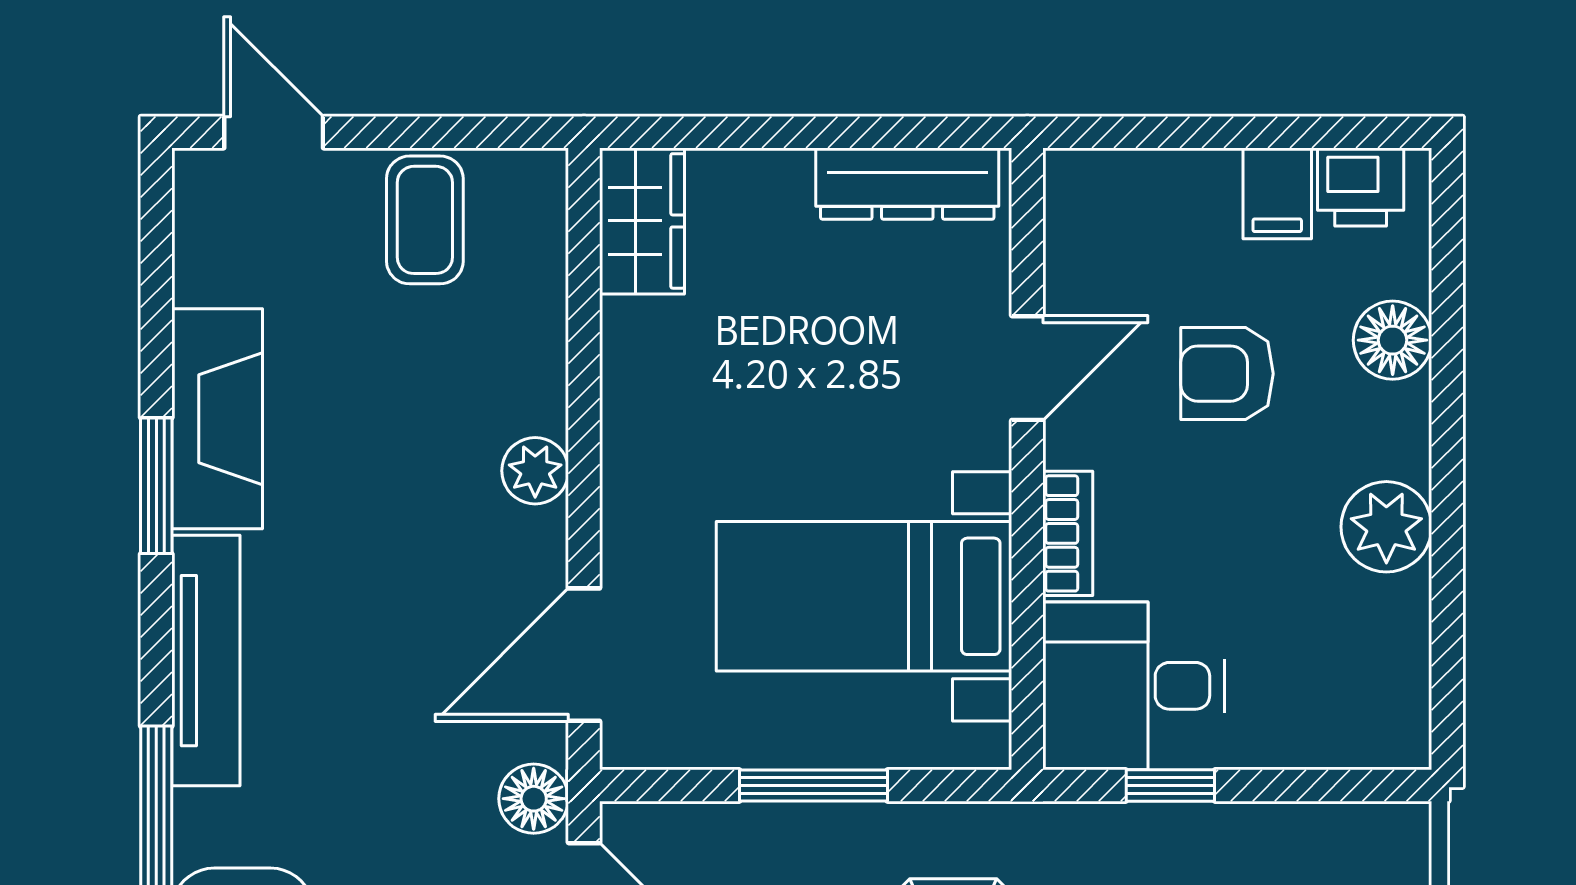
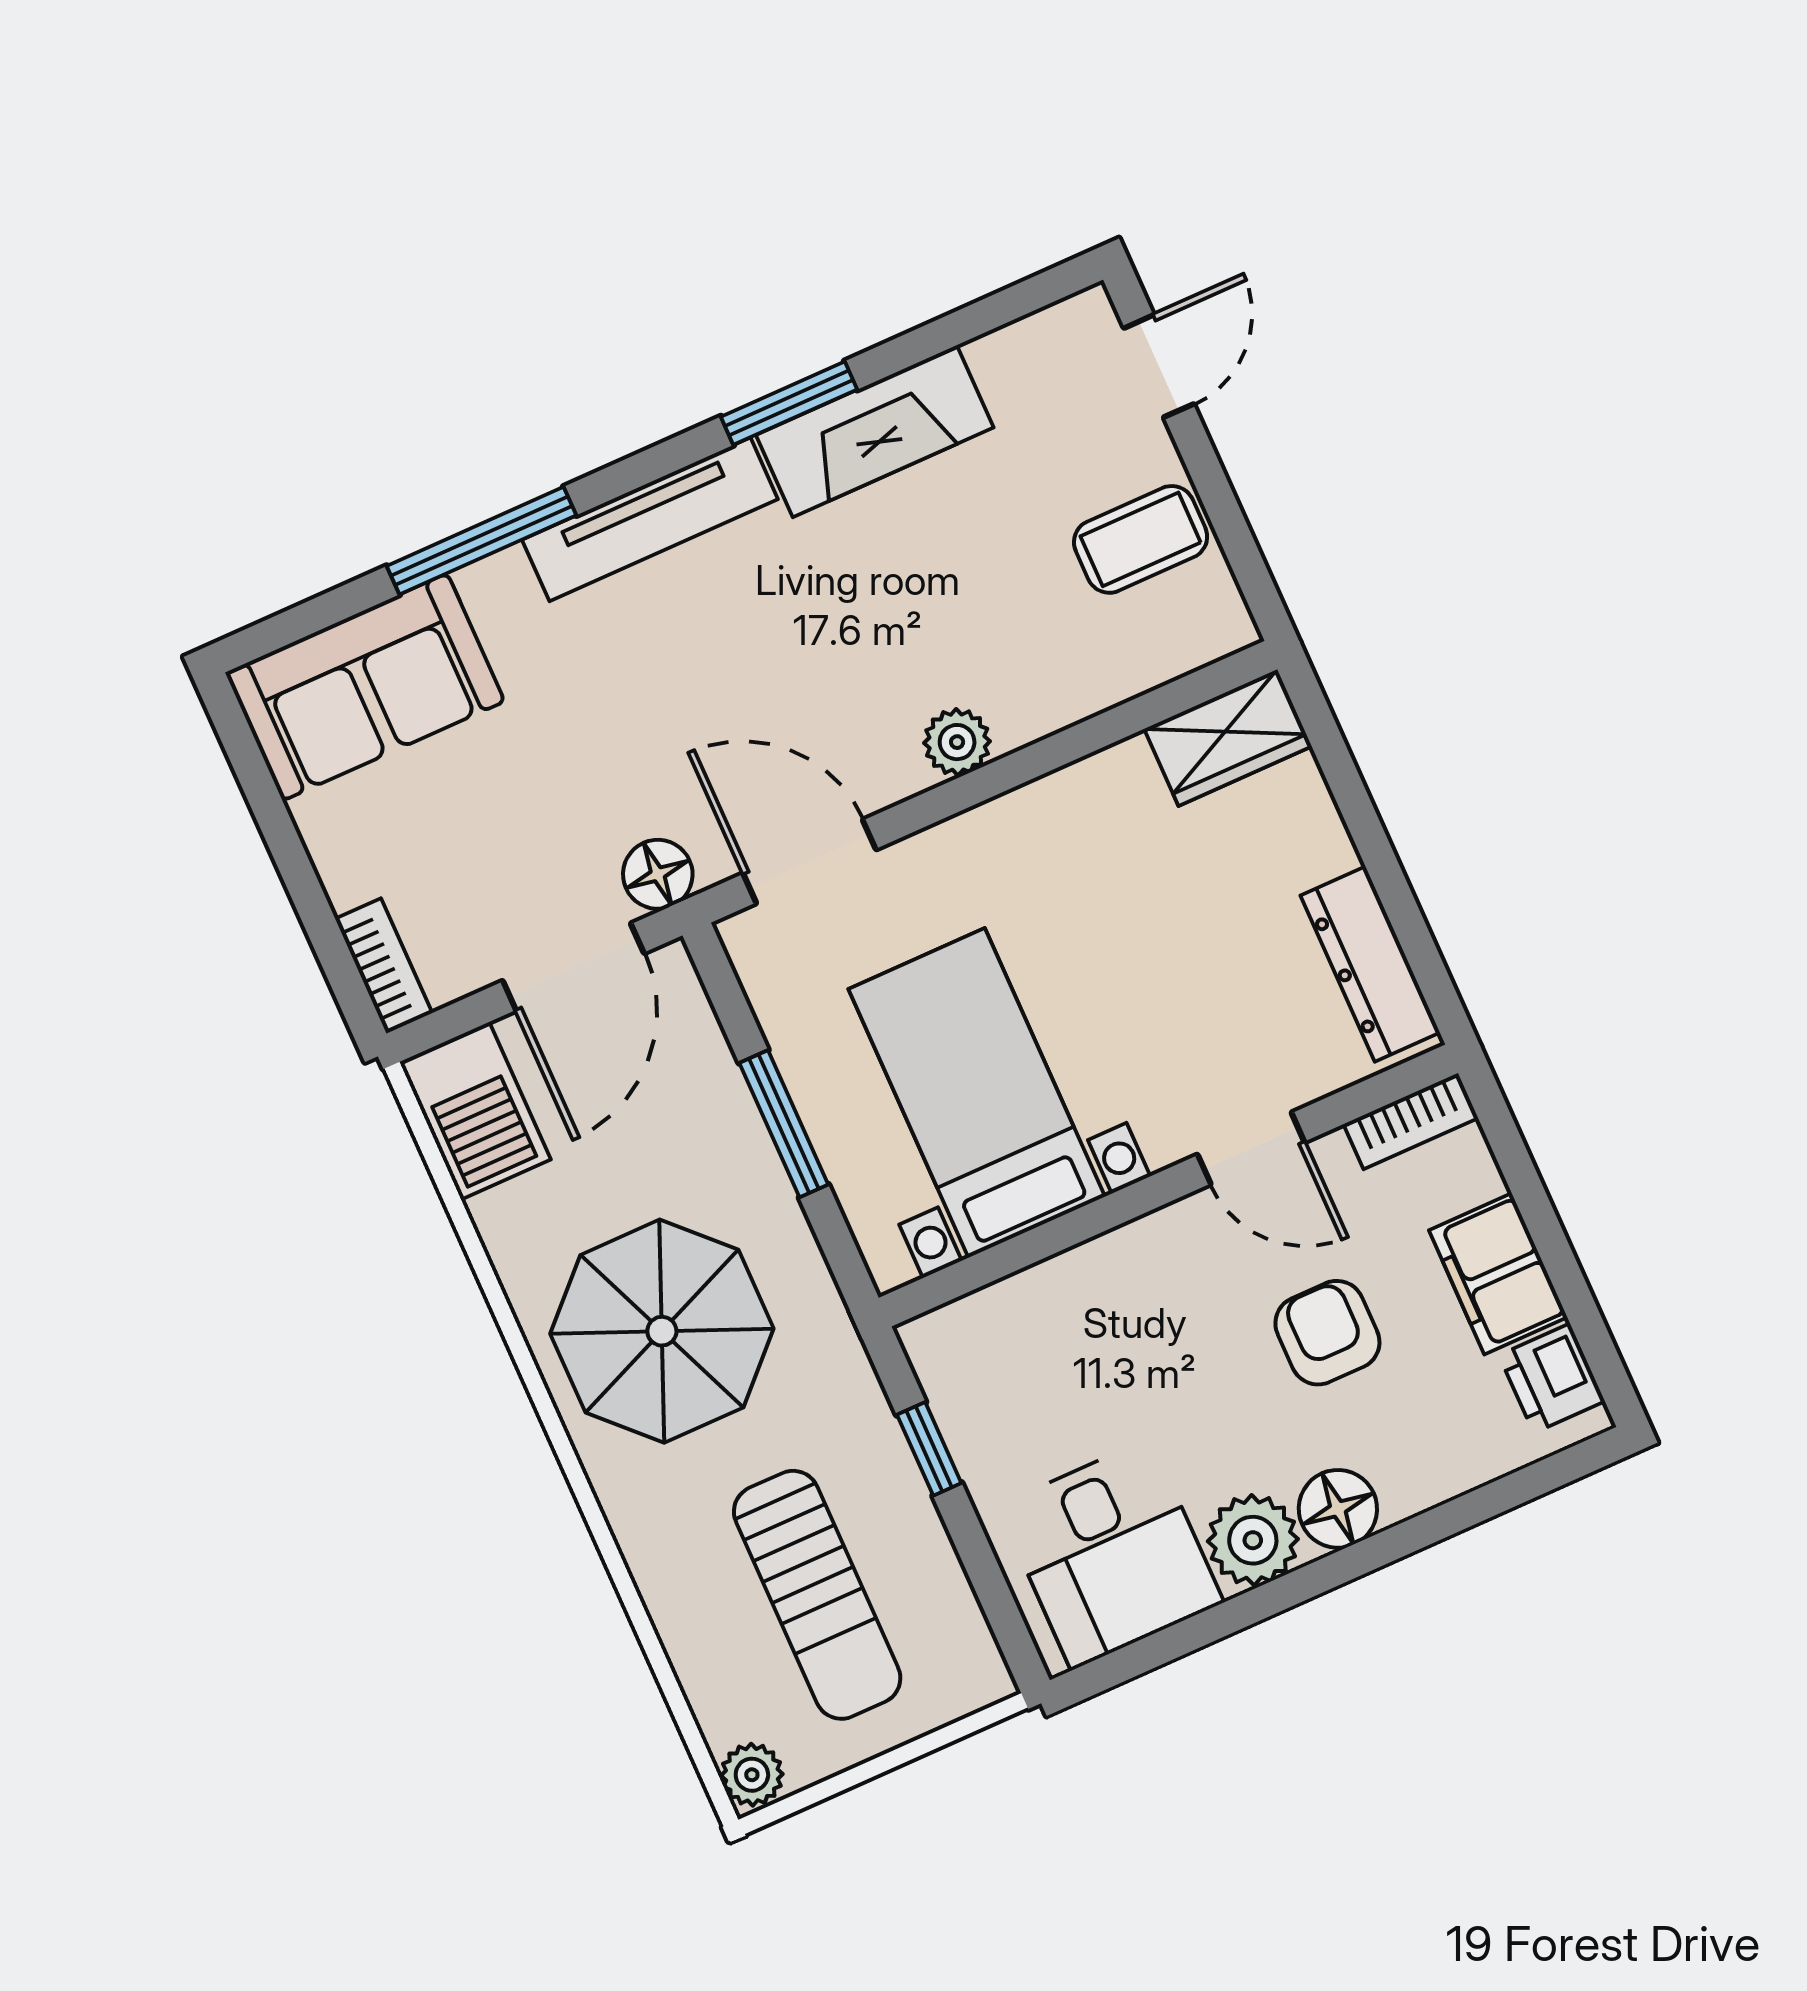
filing cabinet: (1277, 193) -> (1498, 1274), width x2.00
floor lamp: (1393, 340) -> (1338, 1509), moved
bookcase: (1068, 533) -> (1410, 1122), moved
desk: (1133, 686) -> (1111, 1554), moved, turned 180

